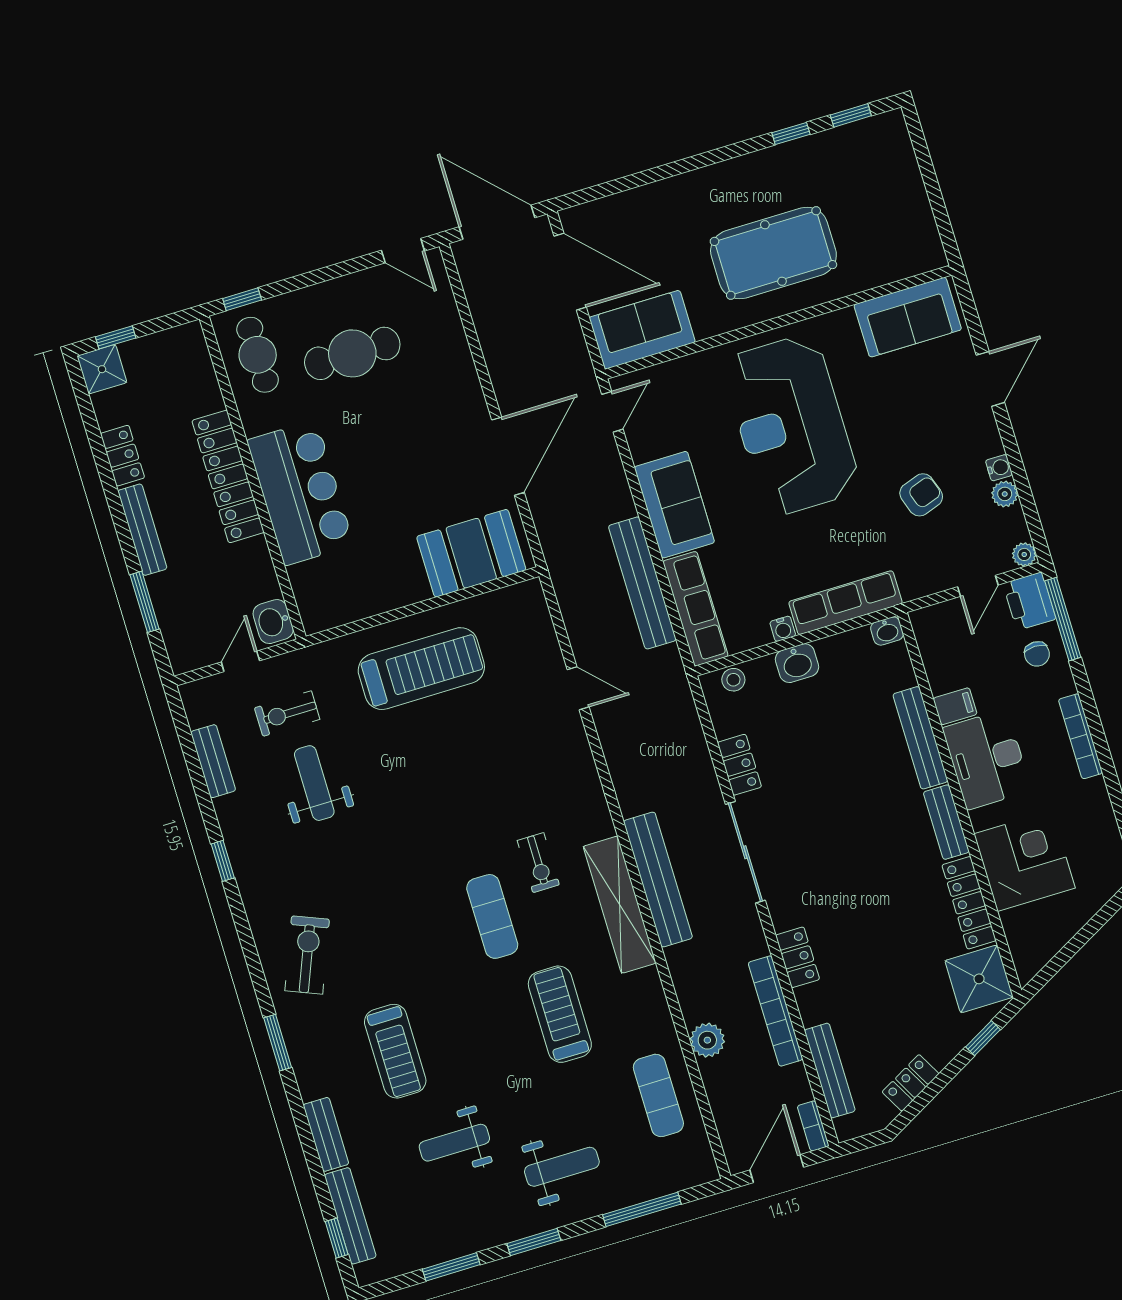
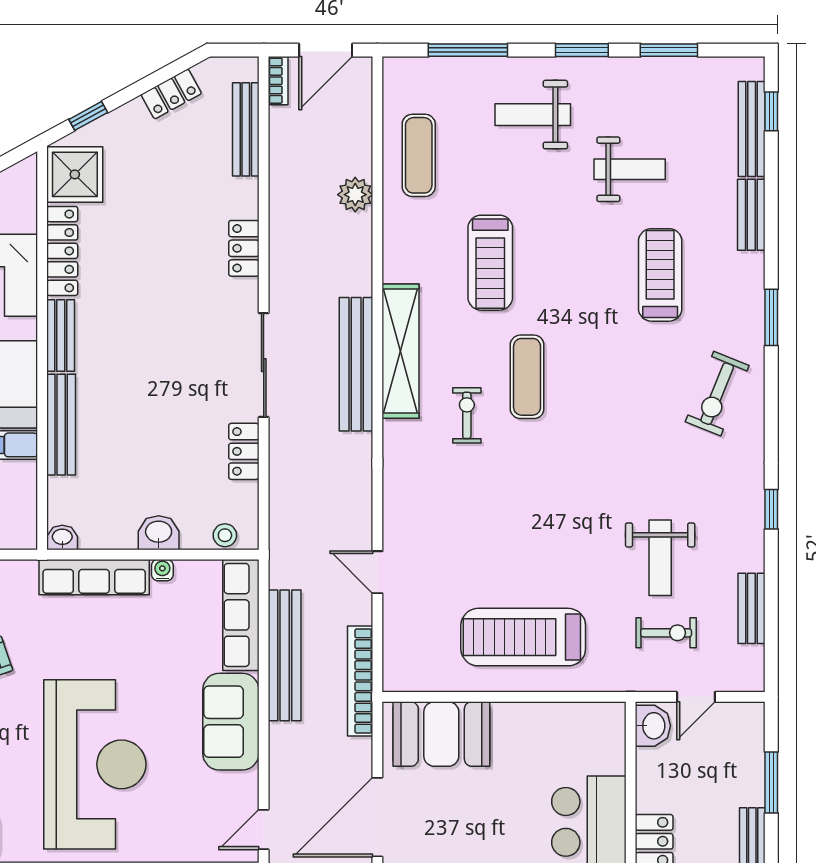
bookcase: (775, 1011) -> (360, 681), moved, turned 180

